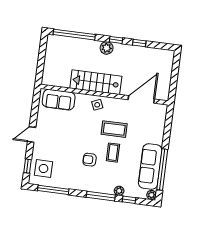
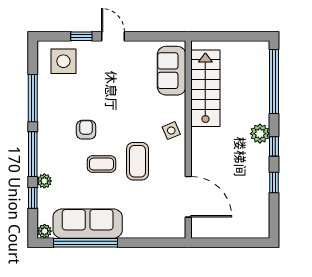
stairs: (96, 82) -> (205, 88), moved
window: (27, 166) -> (81, 36), moved
window: (53, 190) -> (33, 98), moved

